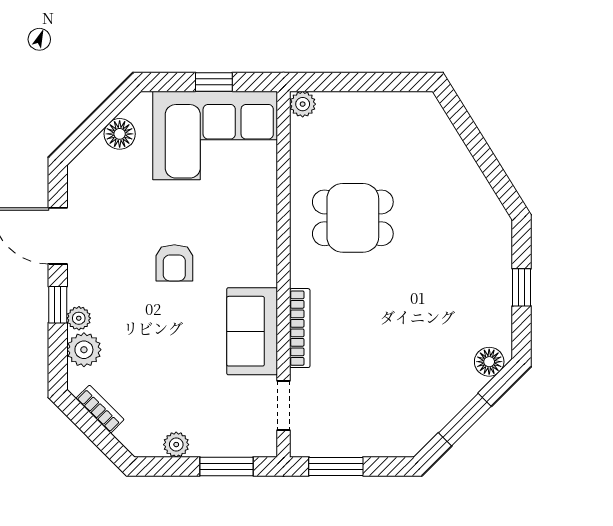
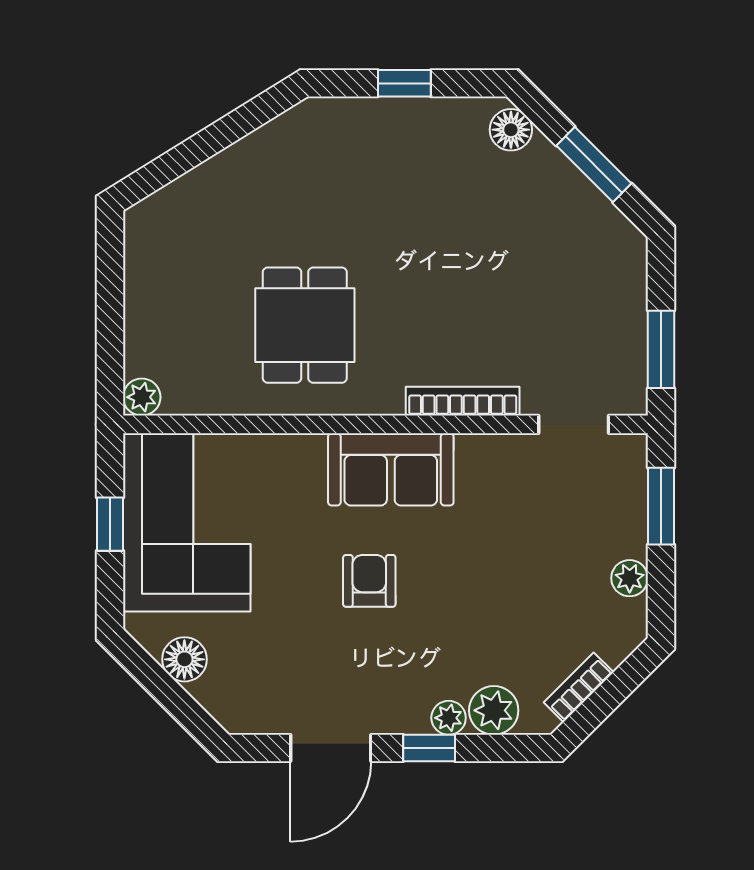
armchair: (174, 263) -> (369, 581), turned -90
sofa: (252, 331) -> (391, 469), moved

